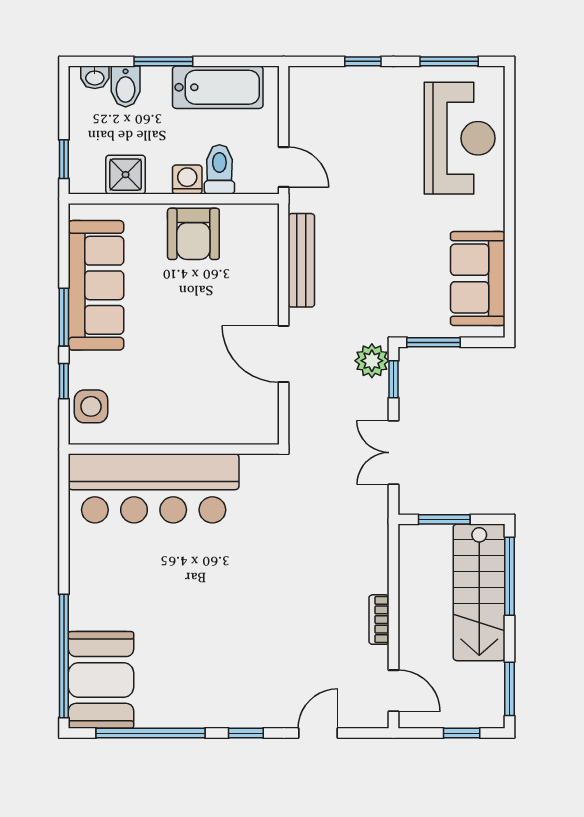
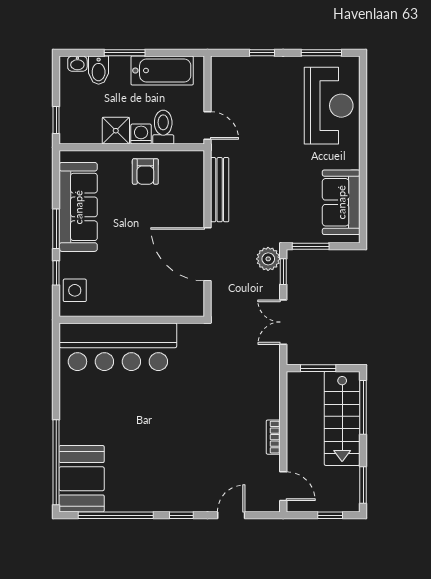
shower: (126, 175) -> (116, 131), moved
armchair: (193, 234) -> (145, 171), width x0.72, depth x0.72
door: (284, 354) -> (207, 254), width x1.36

